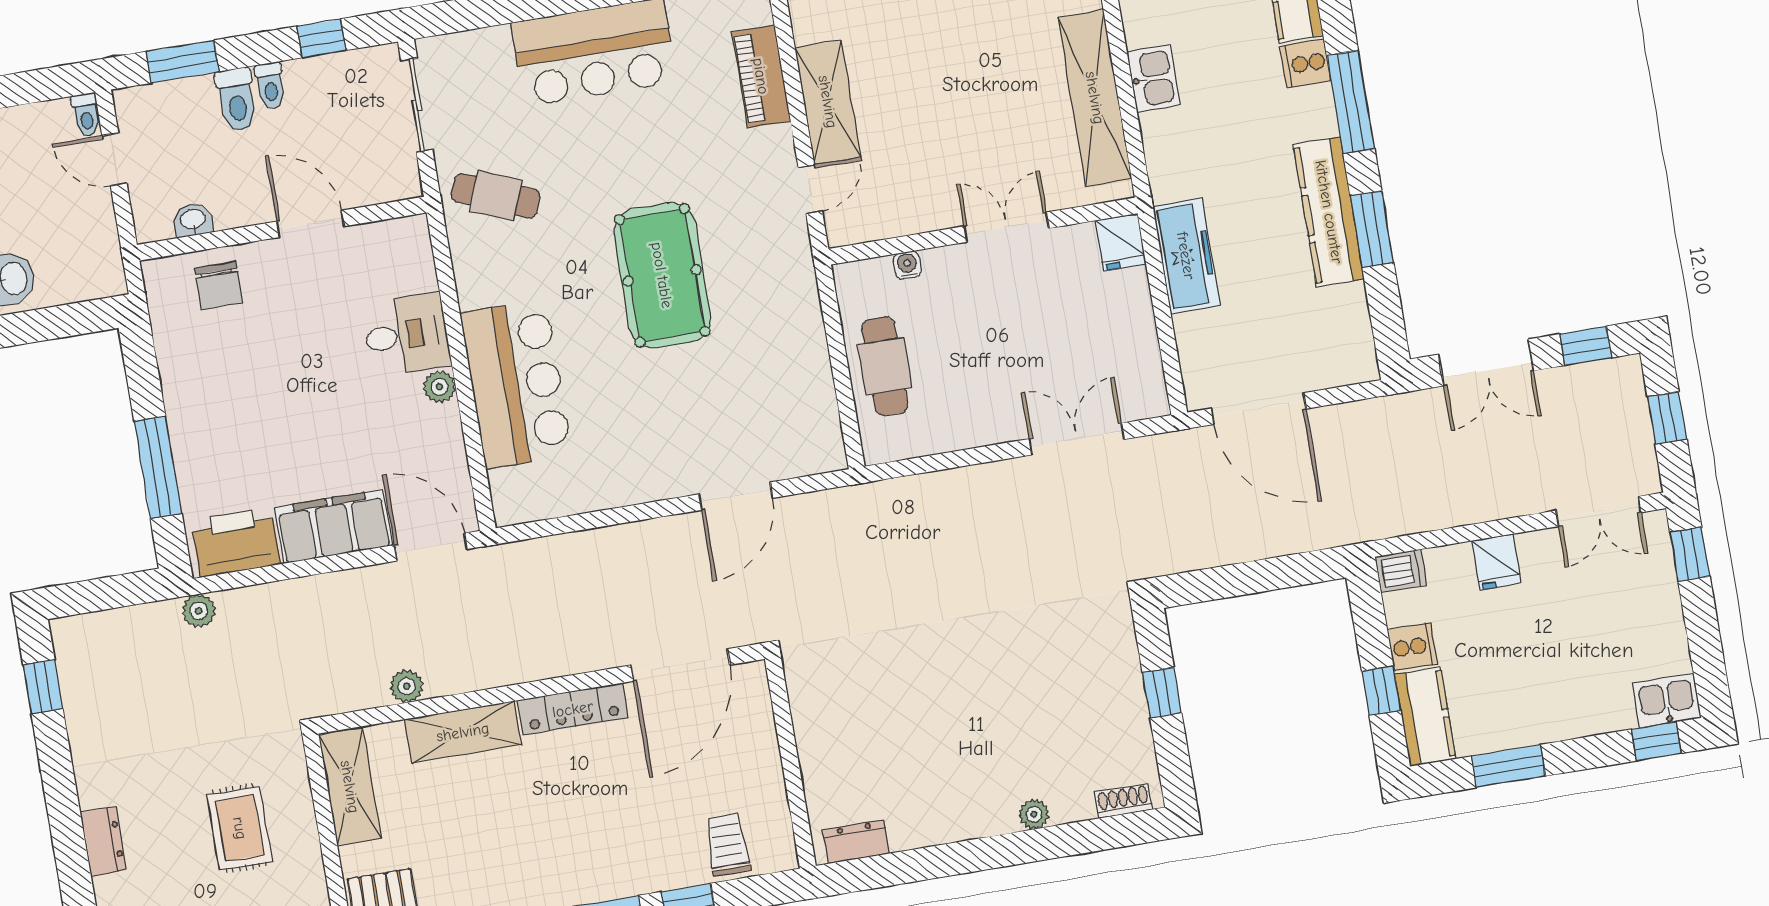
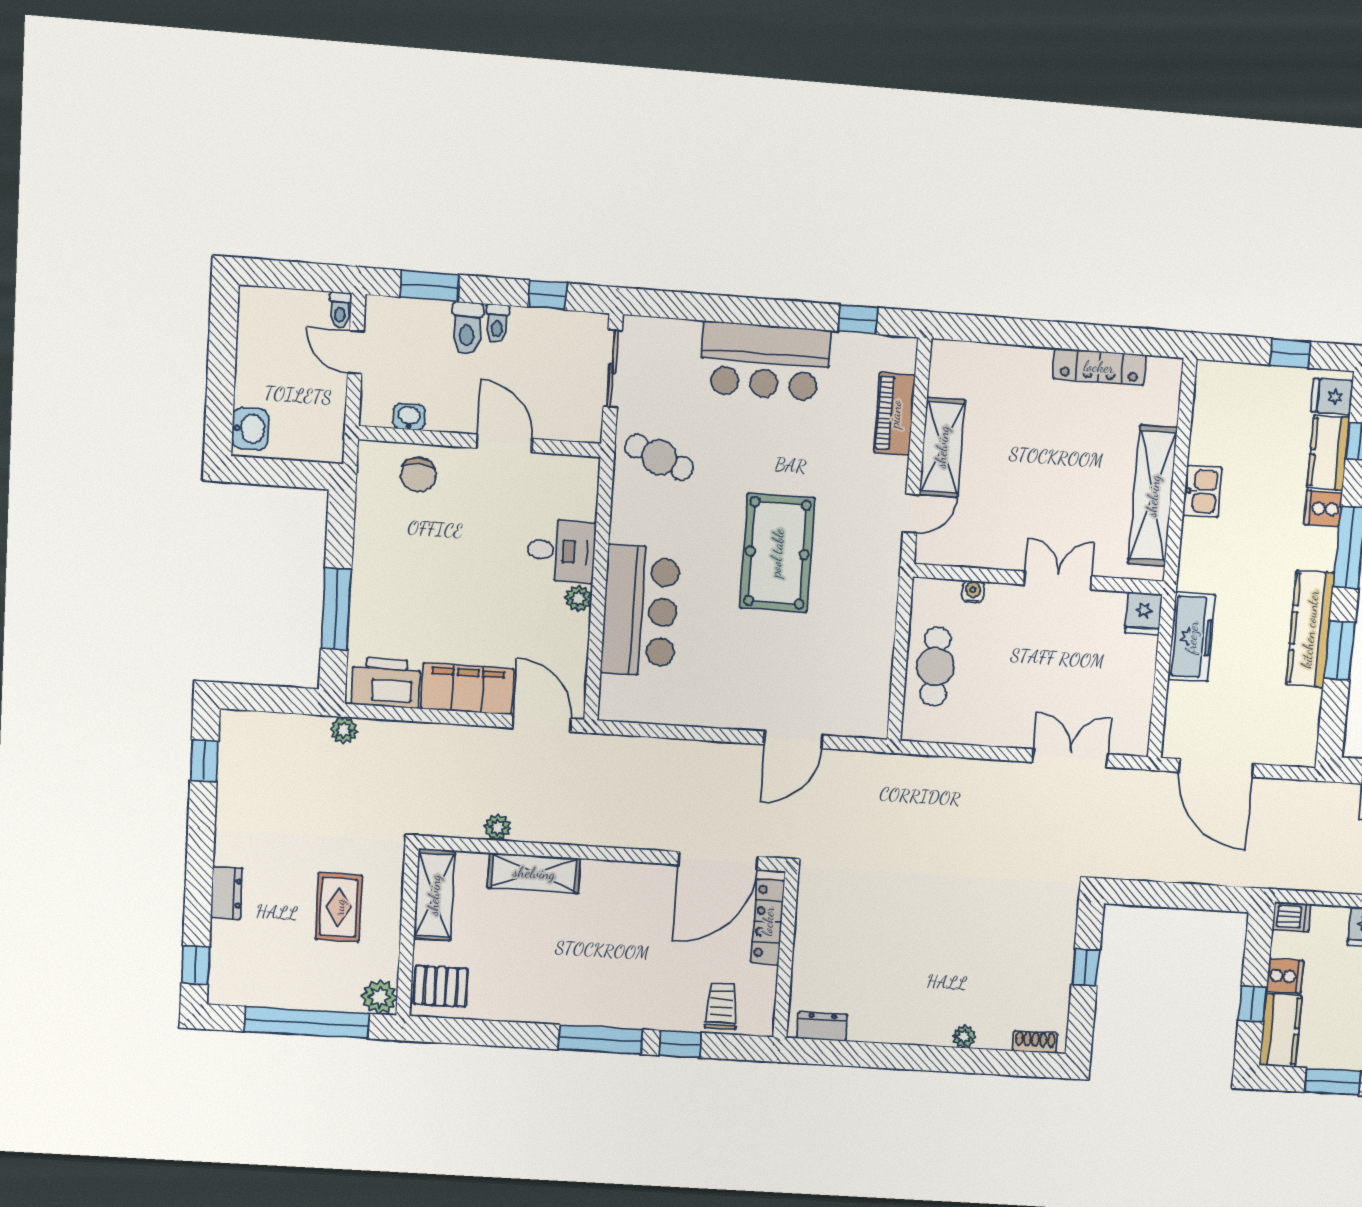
locker: (573, 709) -> (768, 921), moved, turned 90

